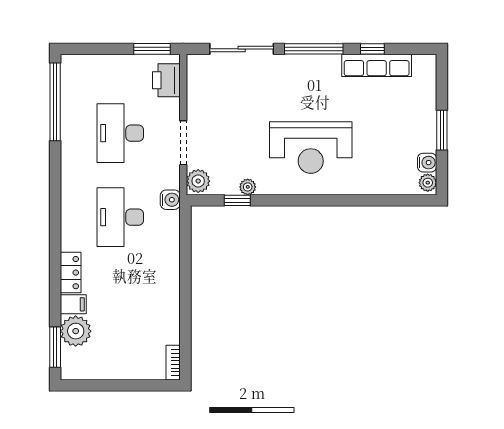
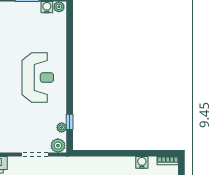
plant: (248, 187) -> (62, 127), moved
water cooler: (170, 200) -> (142, 162), moved

